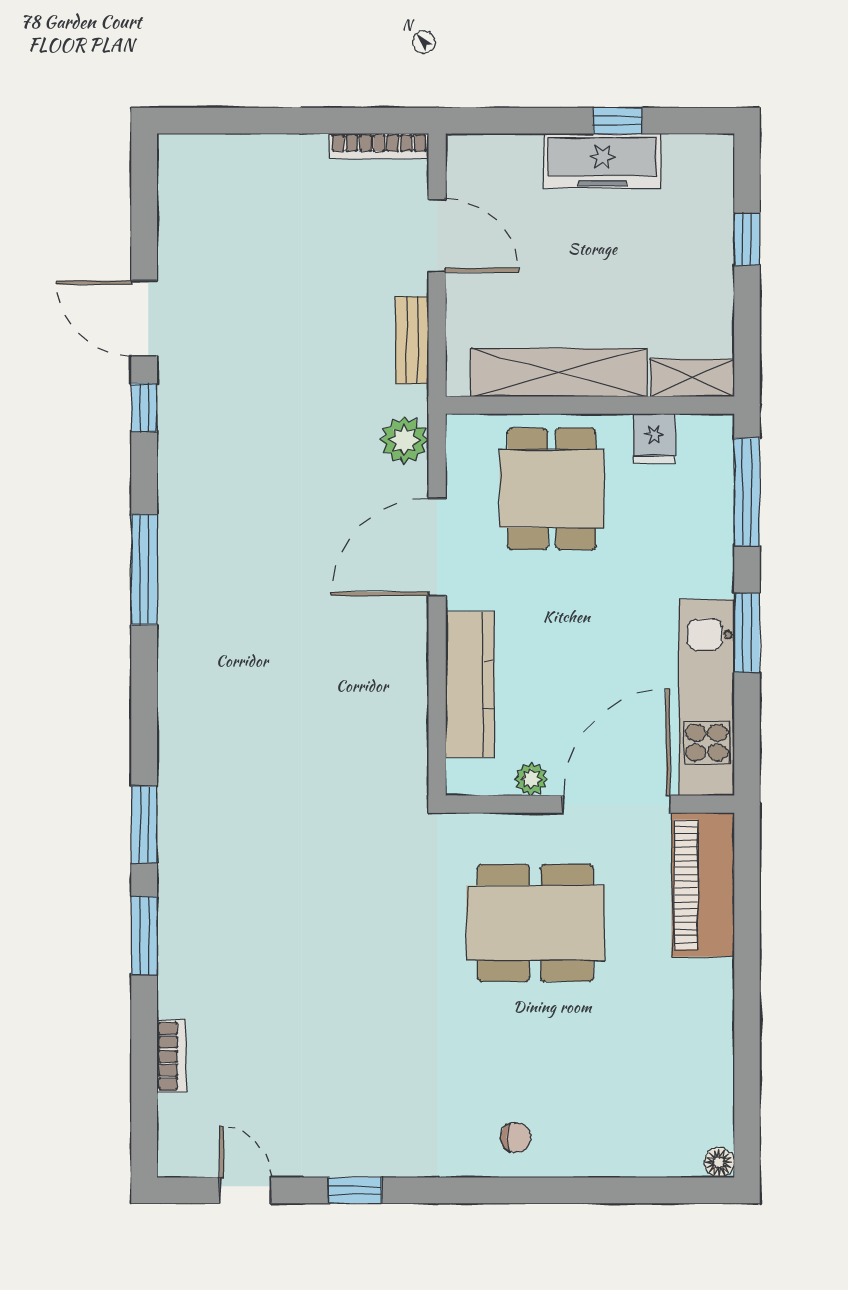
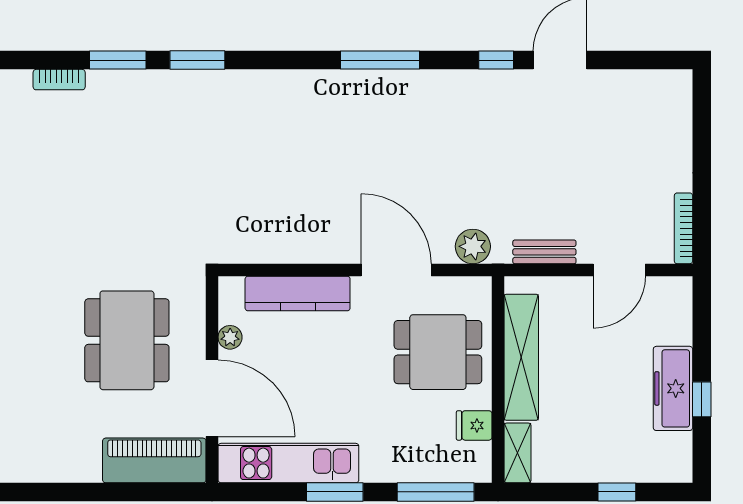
bookcase: (171, 1056) -> (59, 80), moved

